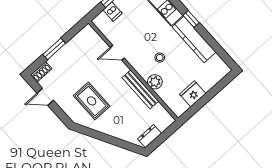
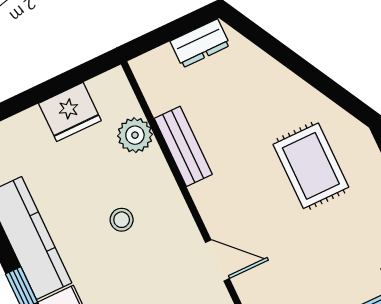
plant: (155, 82) -> (135, 135), moved
bench: (140, 89) -> (183, 146), width x0.73

